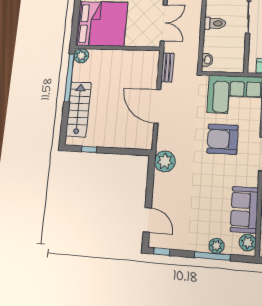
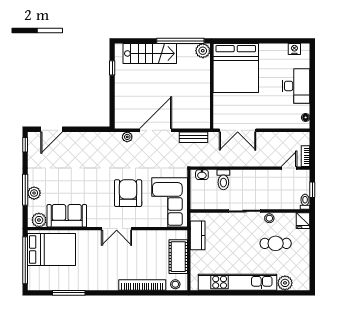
toilet: (215, 23) -> (223, 180), moved
plant: (165, 161) -> (127, 137), moved, width x0.53, depth x0.53

